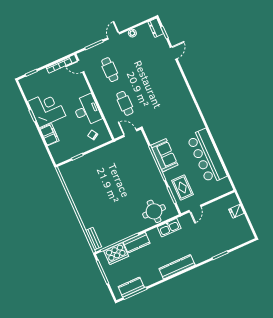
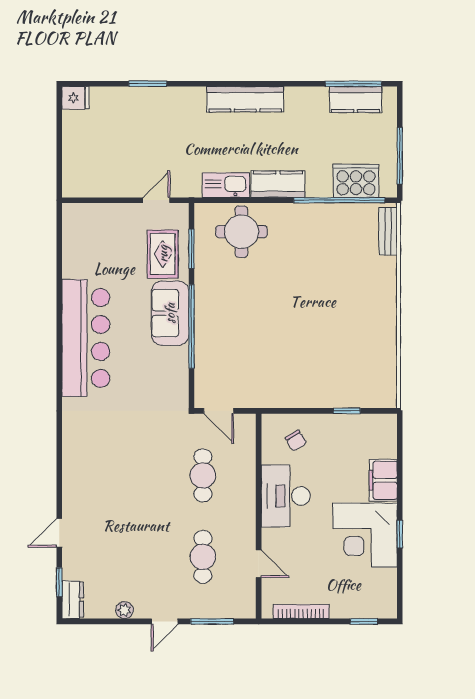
door: (81, 66) -> (259, 564), moved
sofa: (164, 155) -> (170, 313), moved
bar counter: (207, 156) -> (86, 338), moved
fridge: (236, 211) -> (76, 98), moved
kitchen counter: (137, 243) -> (278, 184), moved

